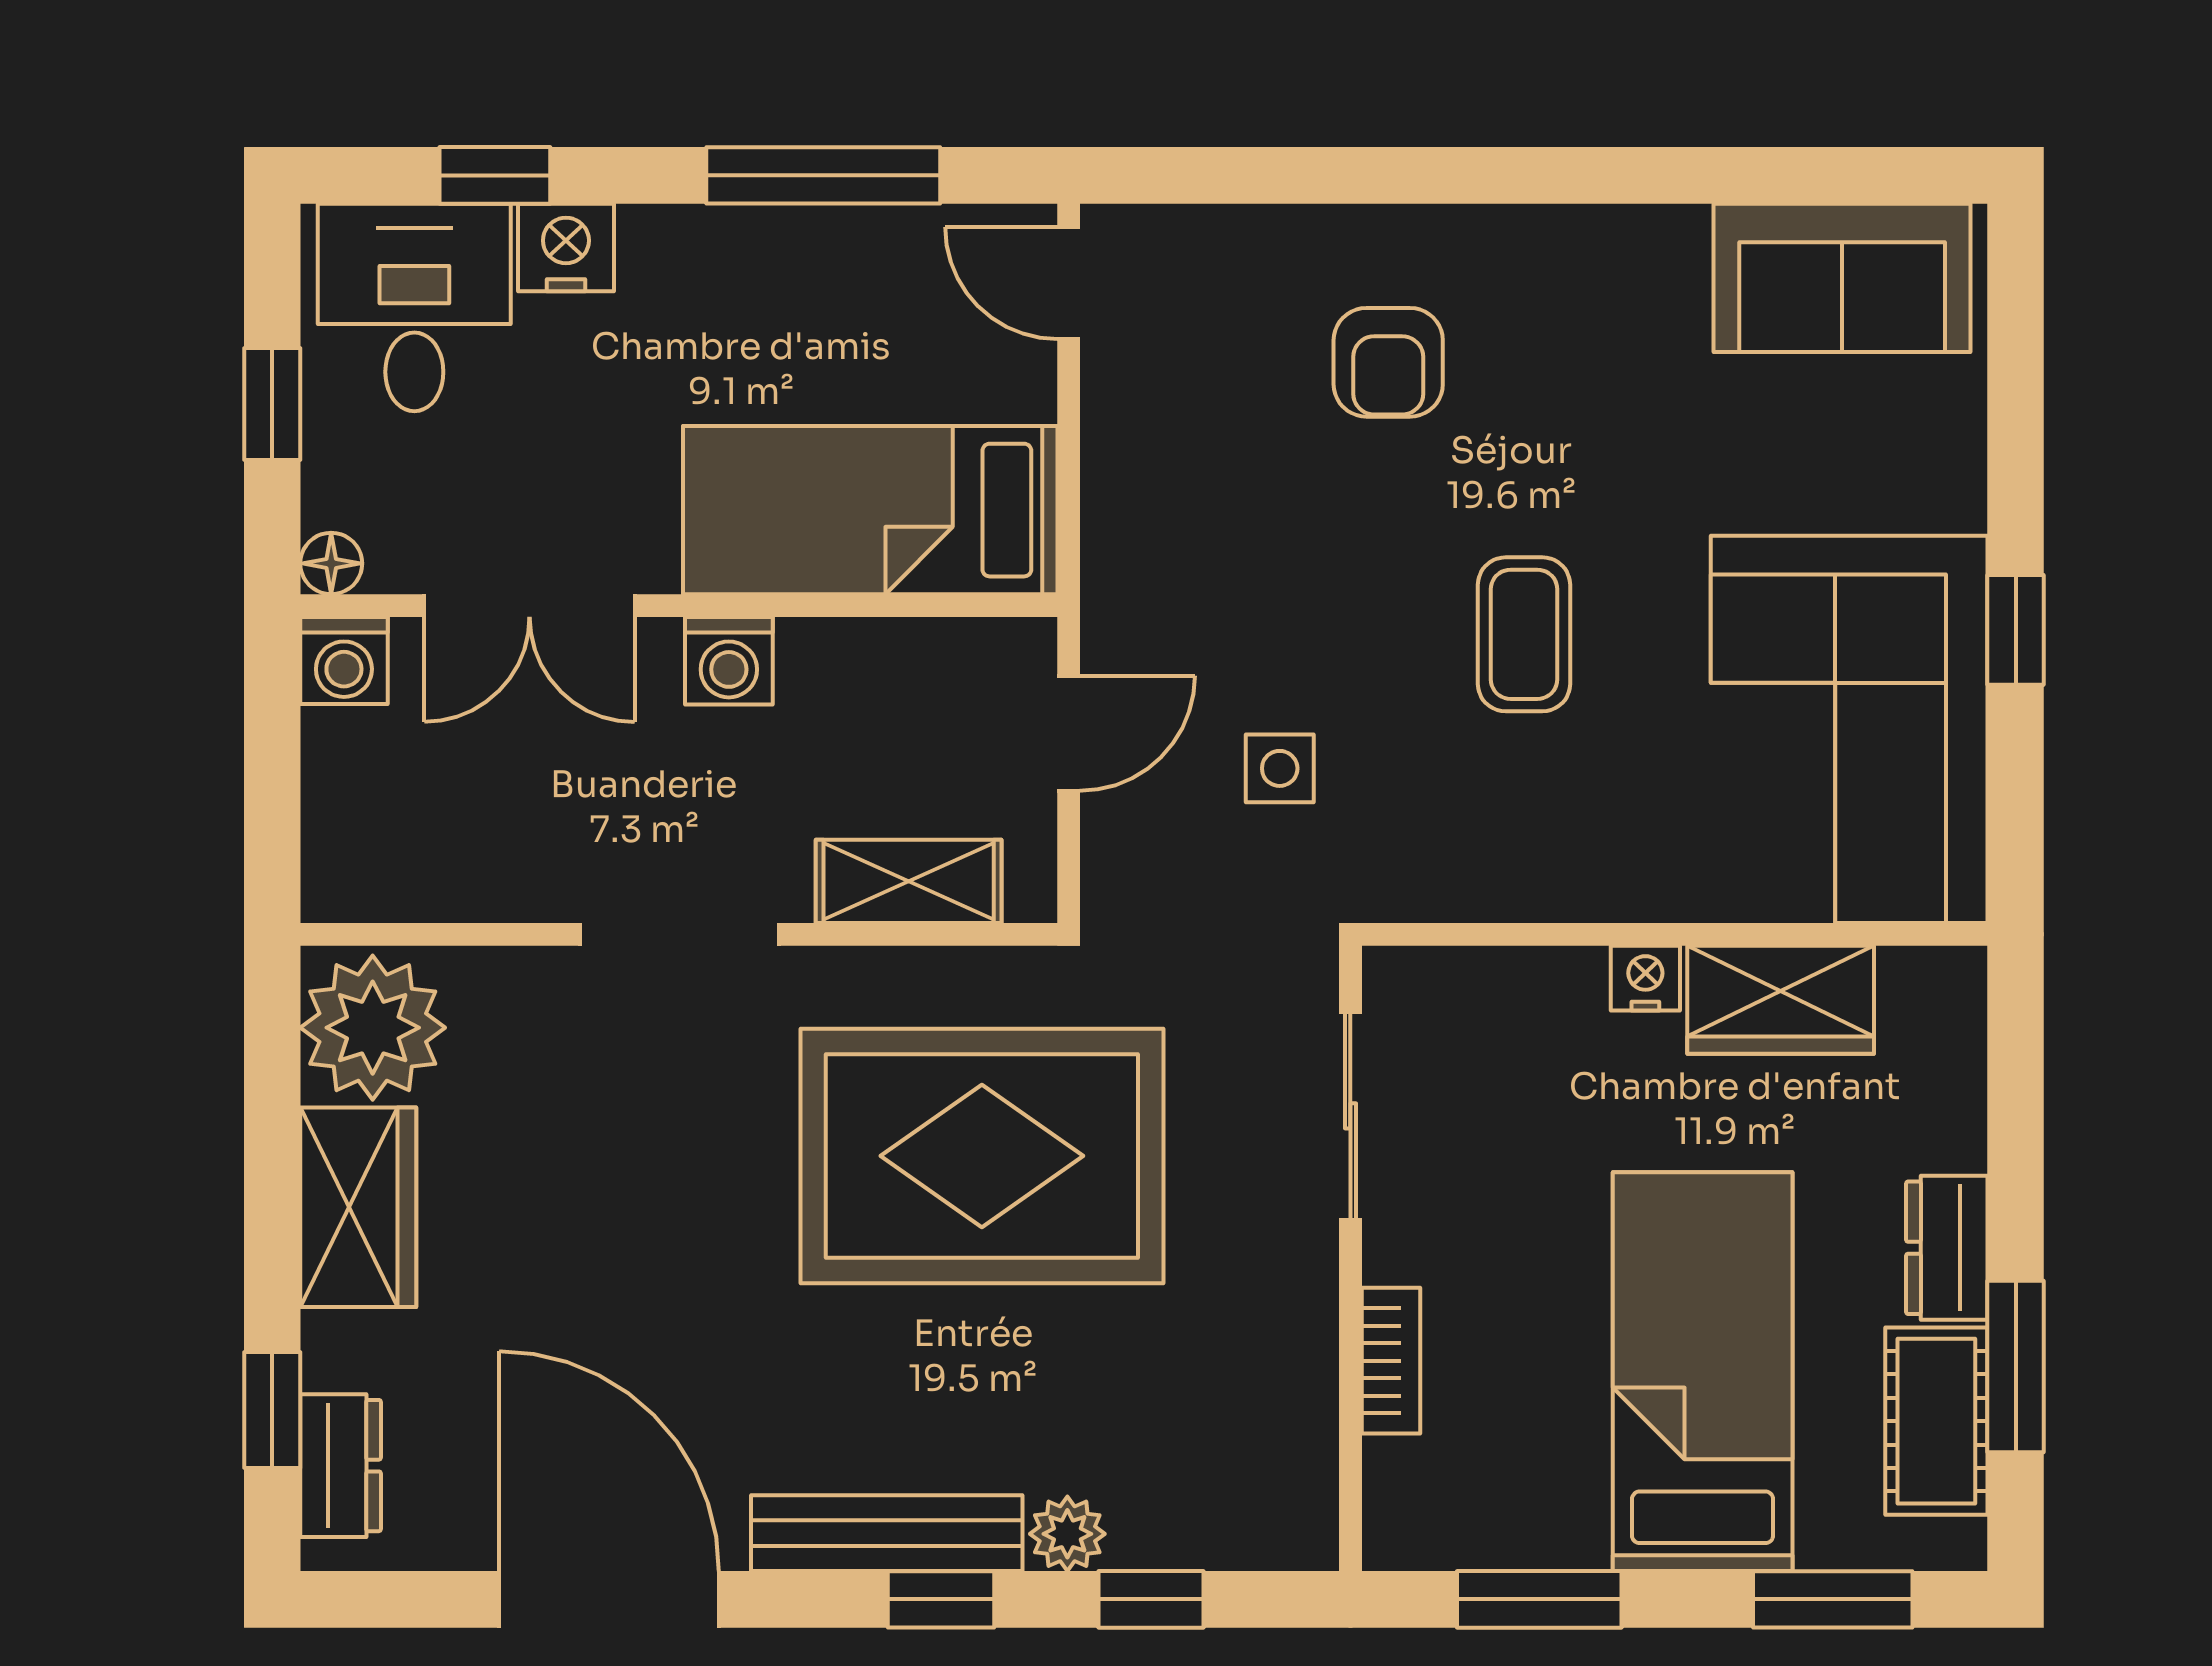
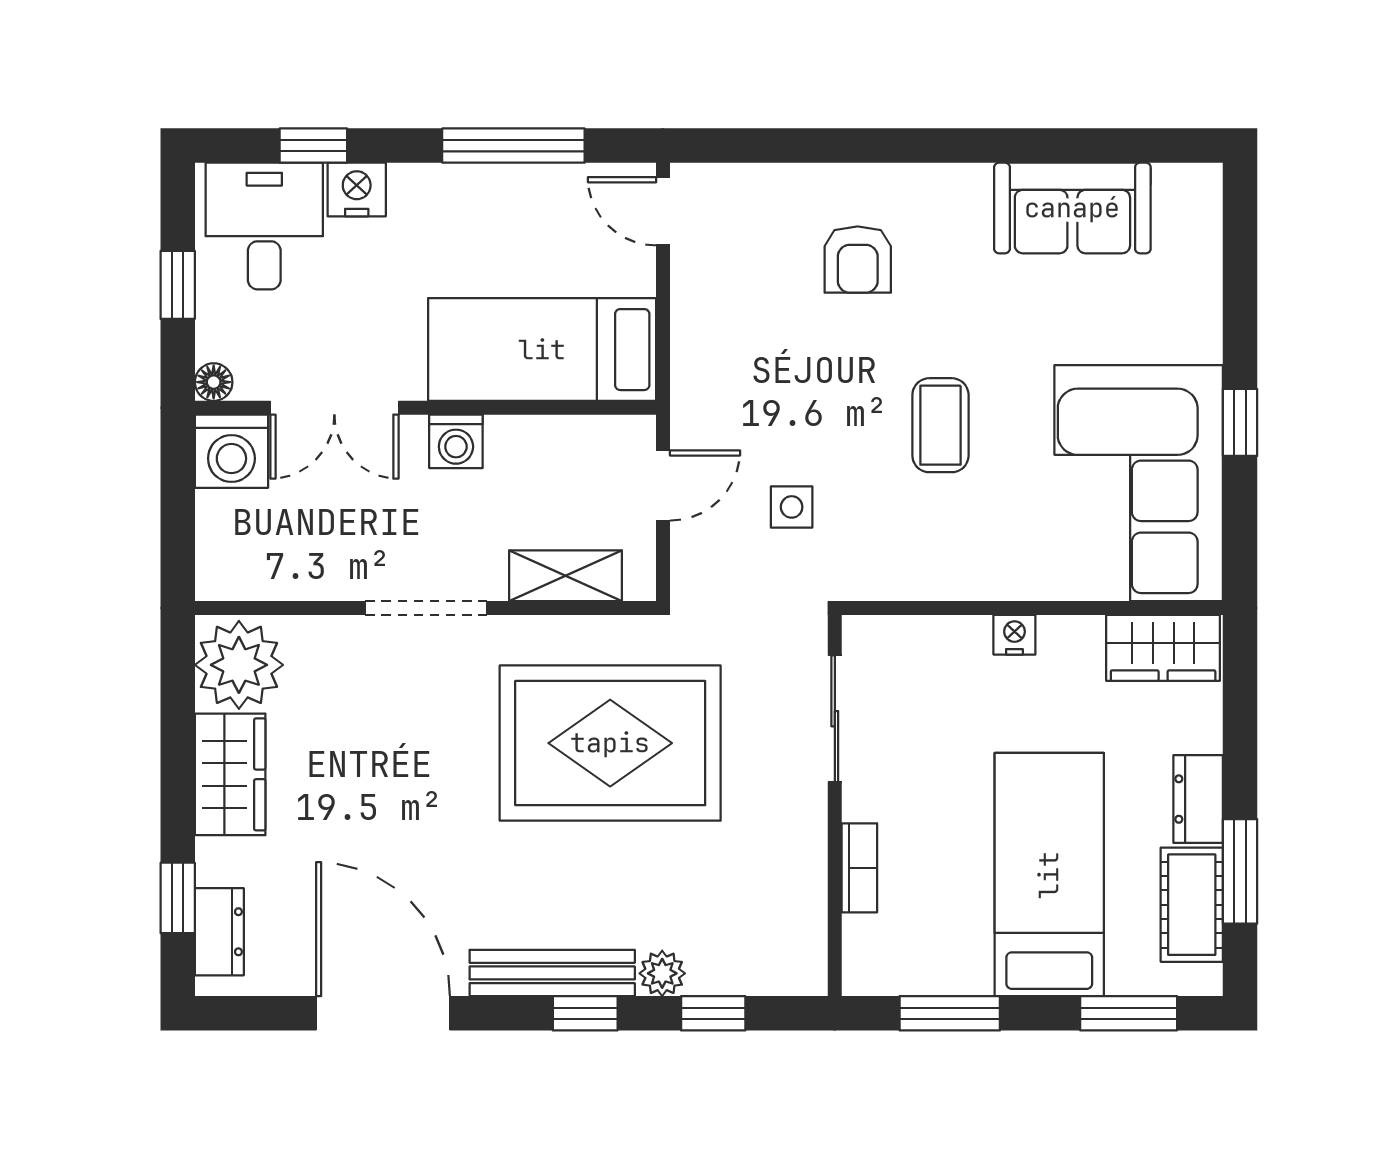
sofa: (1842, 278) -> (1072, 208), moved
washing machine: (344, 660) -> (231, 451), width x1.38, depth x1.38
wardrobe: (1781, 1000) -> (1163, 648), moved

